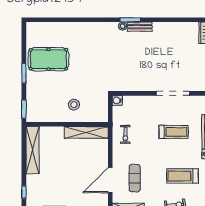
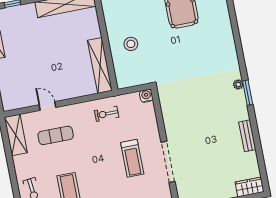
bench: (140, 27) -> (247, 136), moved
treadmill: (174, 132) -> (132, 158), moved
door: (110, 180) -> (47, 106), width x0.53

